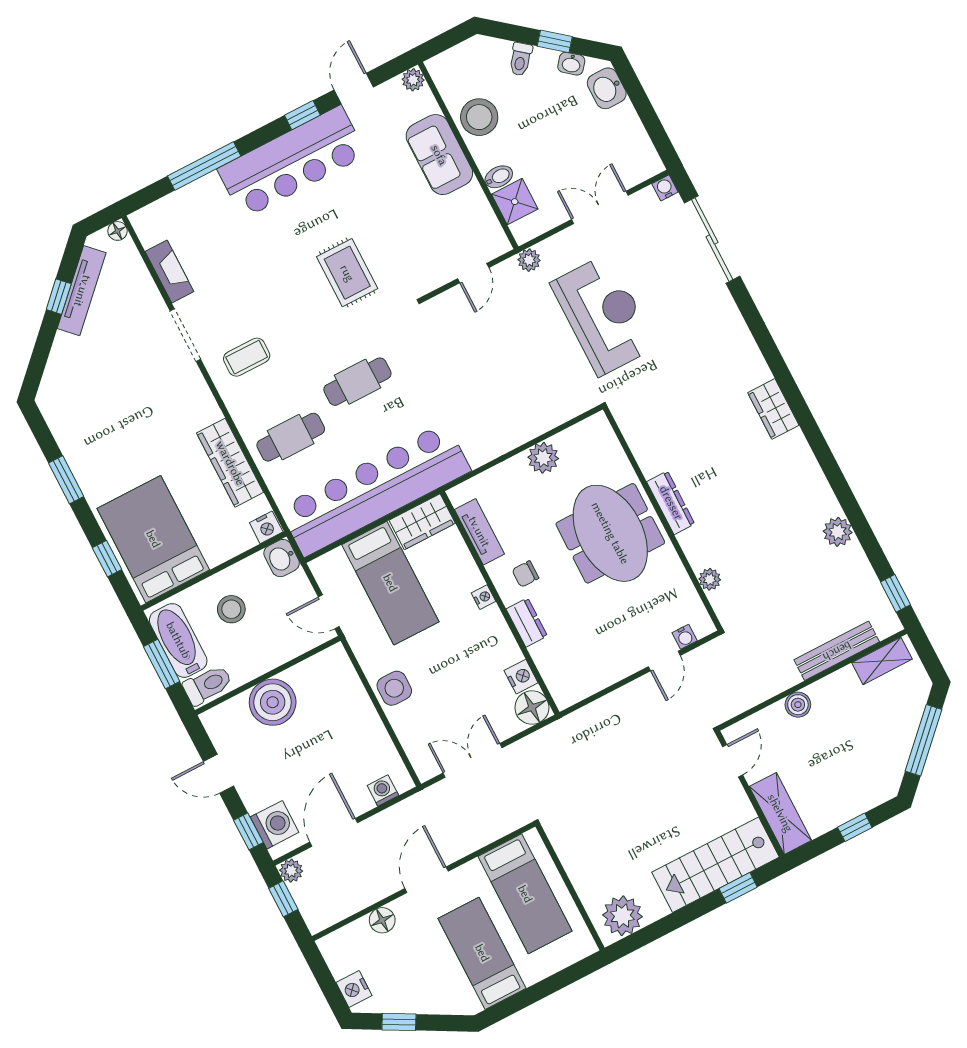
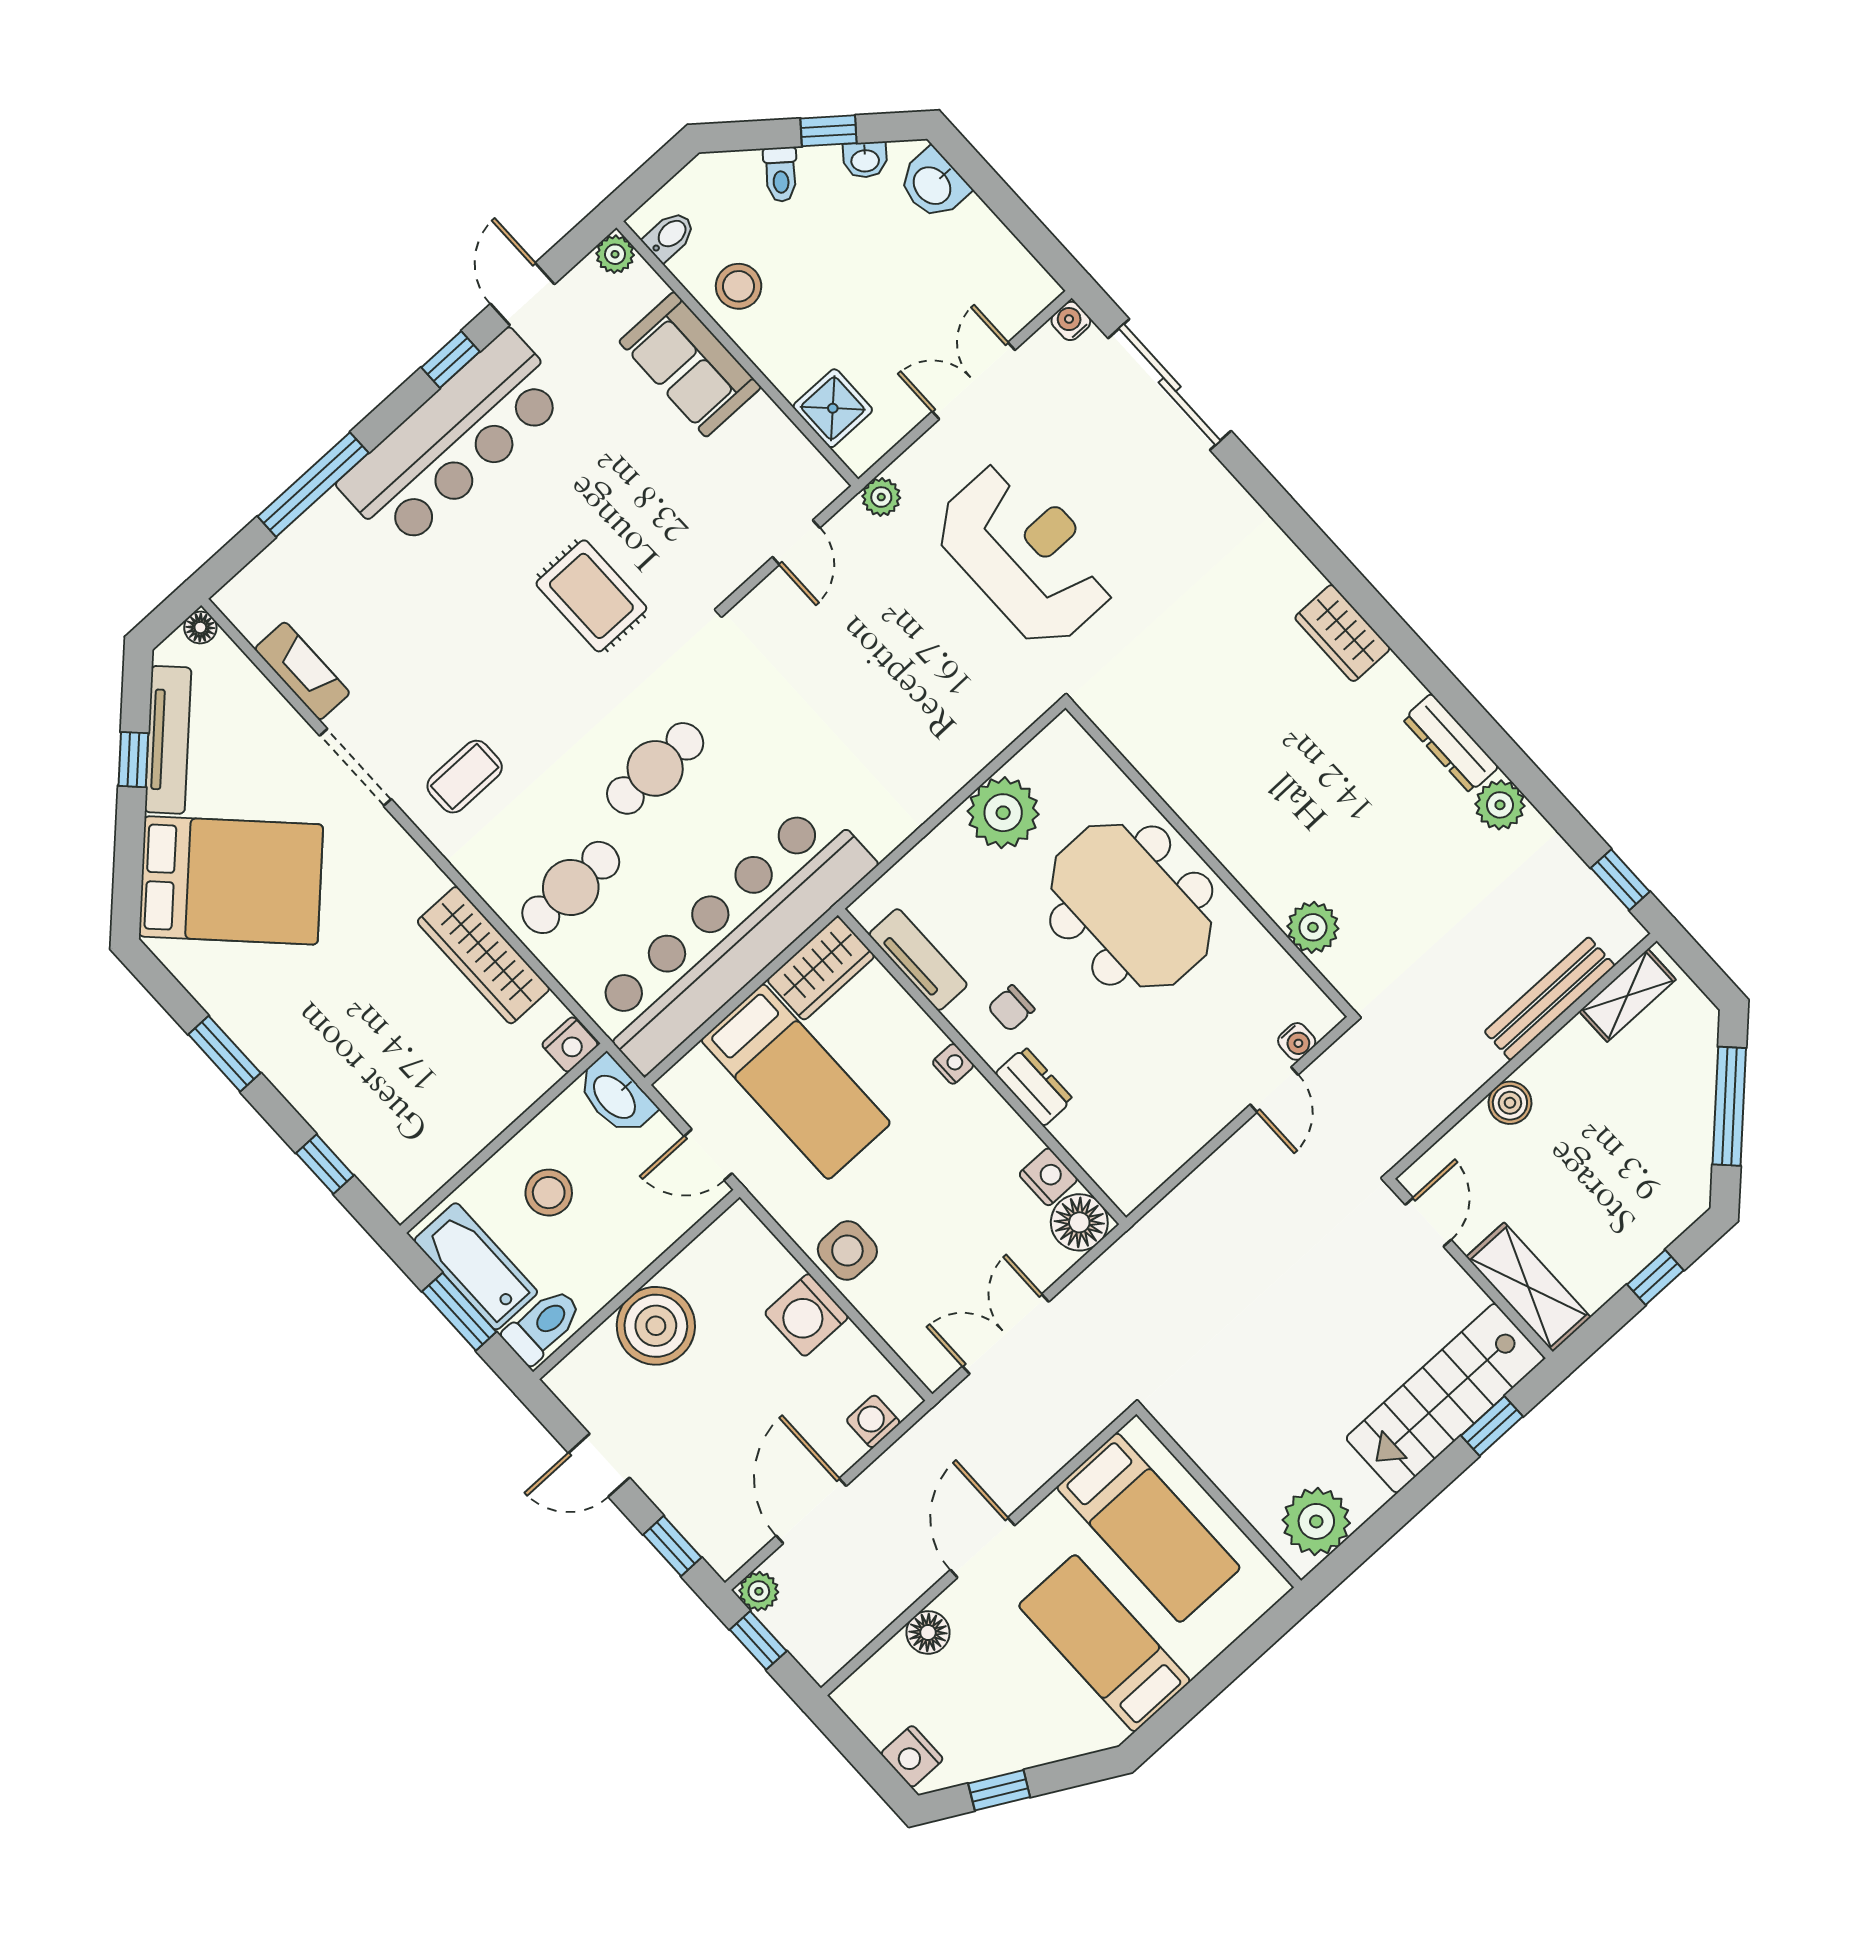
stool: (479, 117) -> (739, 286), width x0.73, depth x0.73
bidet: (499, 177) -> (670, 236), moved
plant: (543, 458) -> (1003, 813), width x1.36, depth x1.36
dresser: (671, 503) -> (1451, 743), moved, turned 180
bed: (153, 539) -> (231, 880), moved, turned 135
washbasin: (282, 558) -> (616, 1096), width x1.38
plant: (710, 579) -> (1313, 927), width x1.38, depth x1.38
washing machine: (275, 825) -> (807, 1315), moved, turned 180

